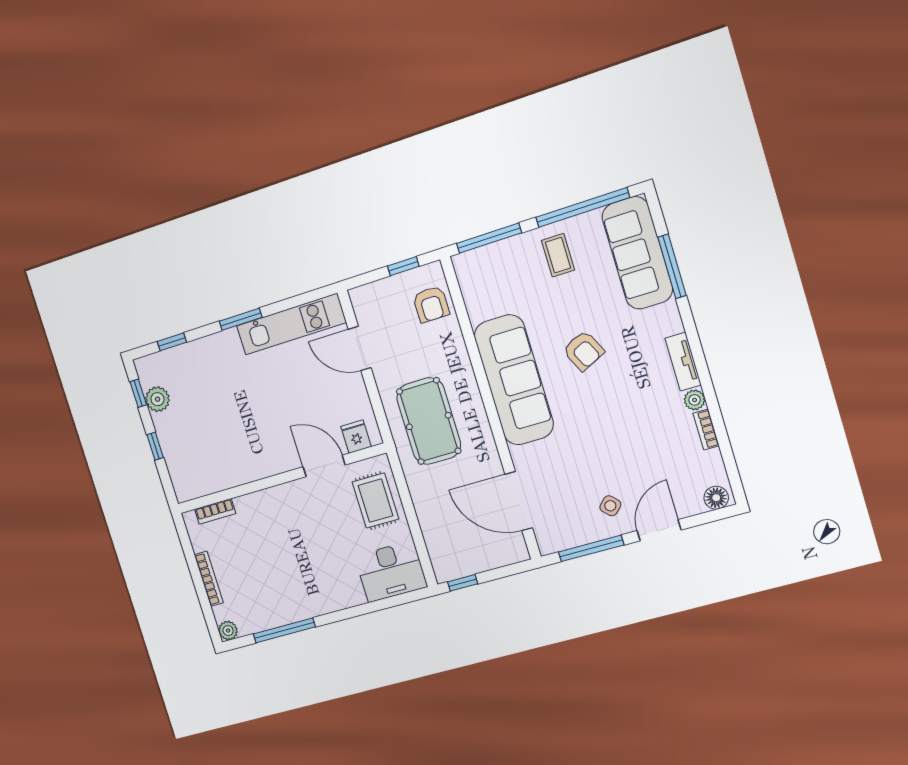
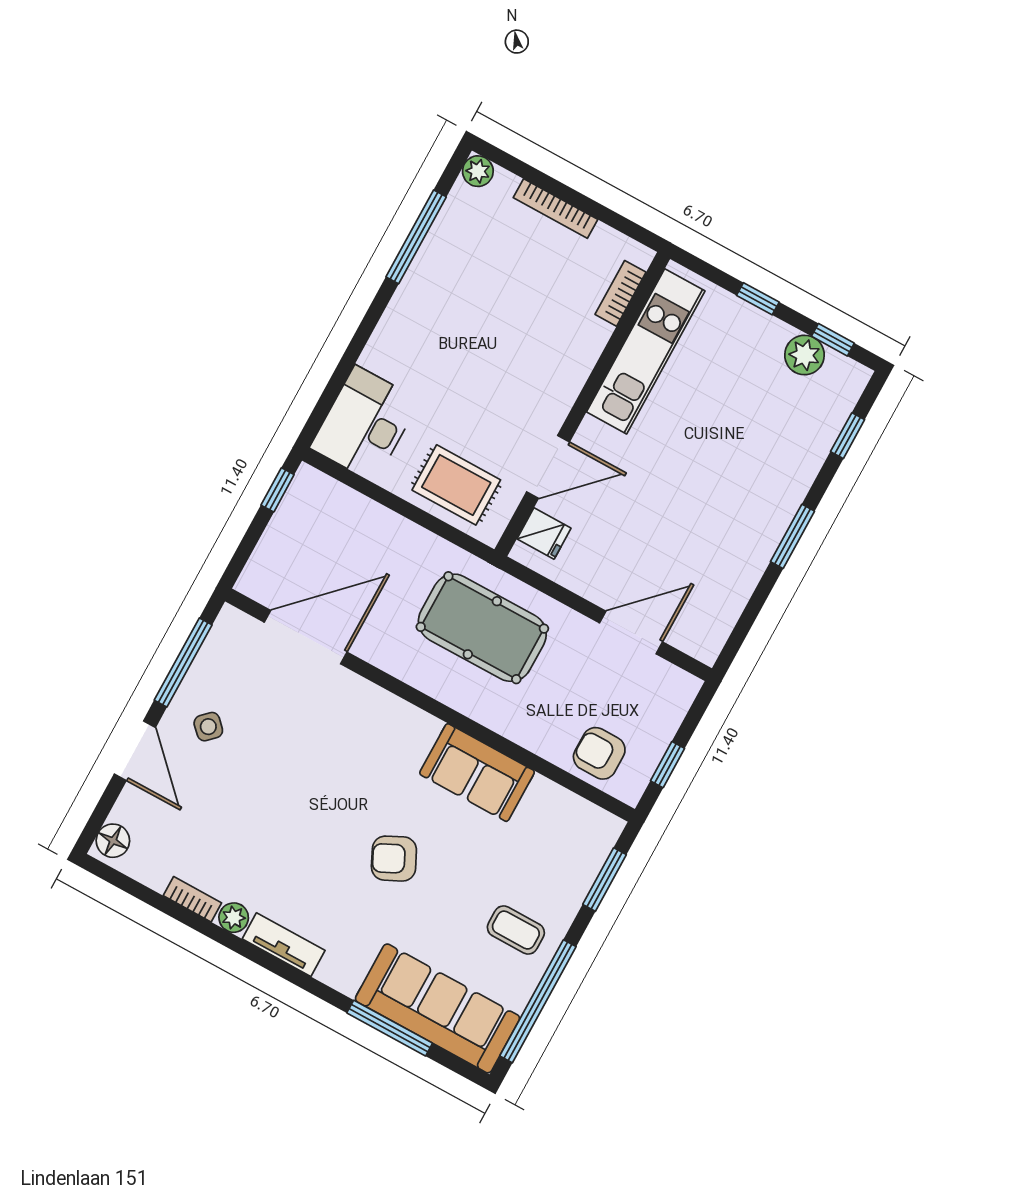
window: (489, 238) -> (605, 880), width x0.69
kitchen unit: (291, 324) -> (646, 351), moved, turned 180
sofa: (514, 380) -> (477, 773), width x0.54, depth x0.79

